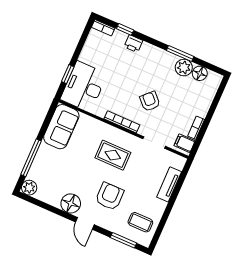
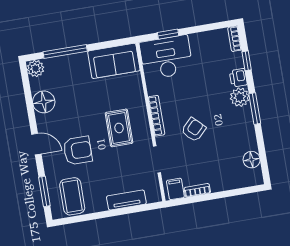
window: (180, 54) -> (255, 109), moved
plant: (184, 68) -> (240, 97), moved
floor lamp: (71, 203) -> (44, 102), moved
coffee table: (140, 222) -> (72, 196), width x1.36, depth x1.30
door: (85, 223) -> (36, 144), swing flipped

